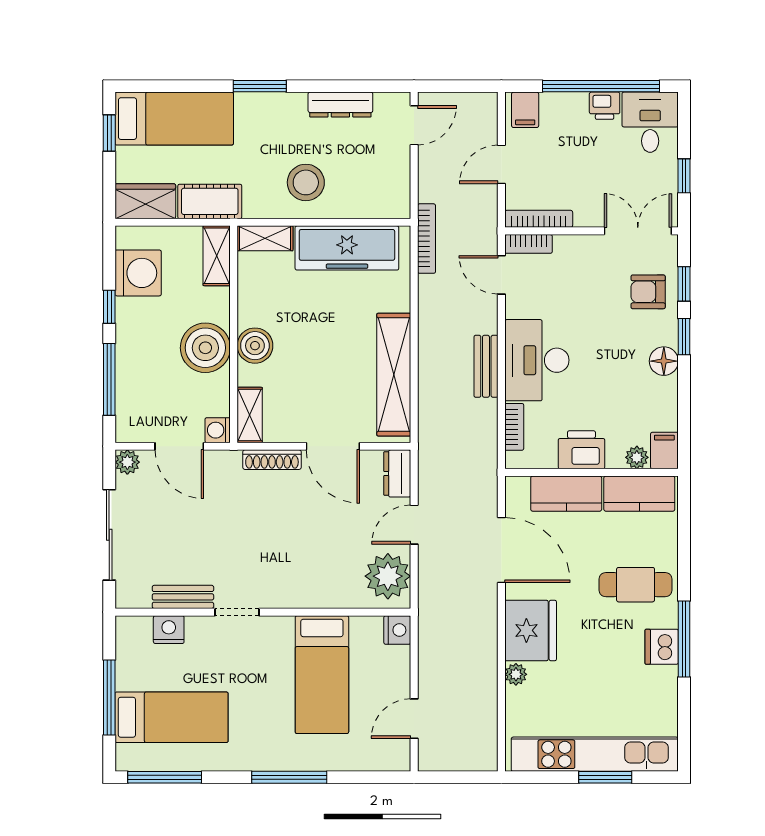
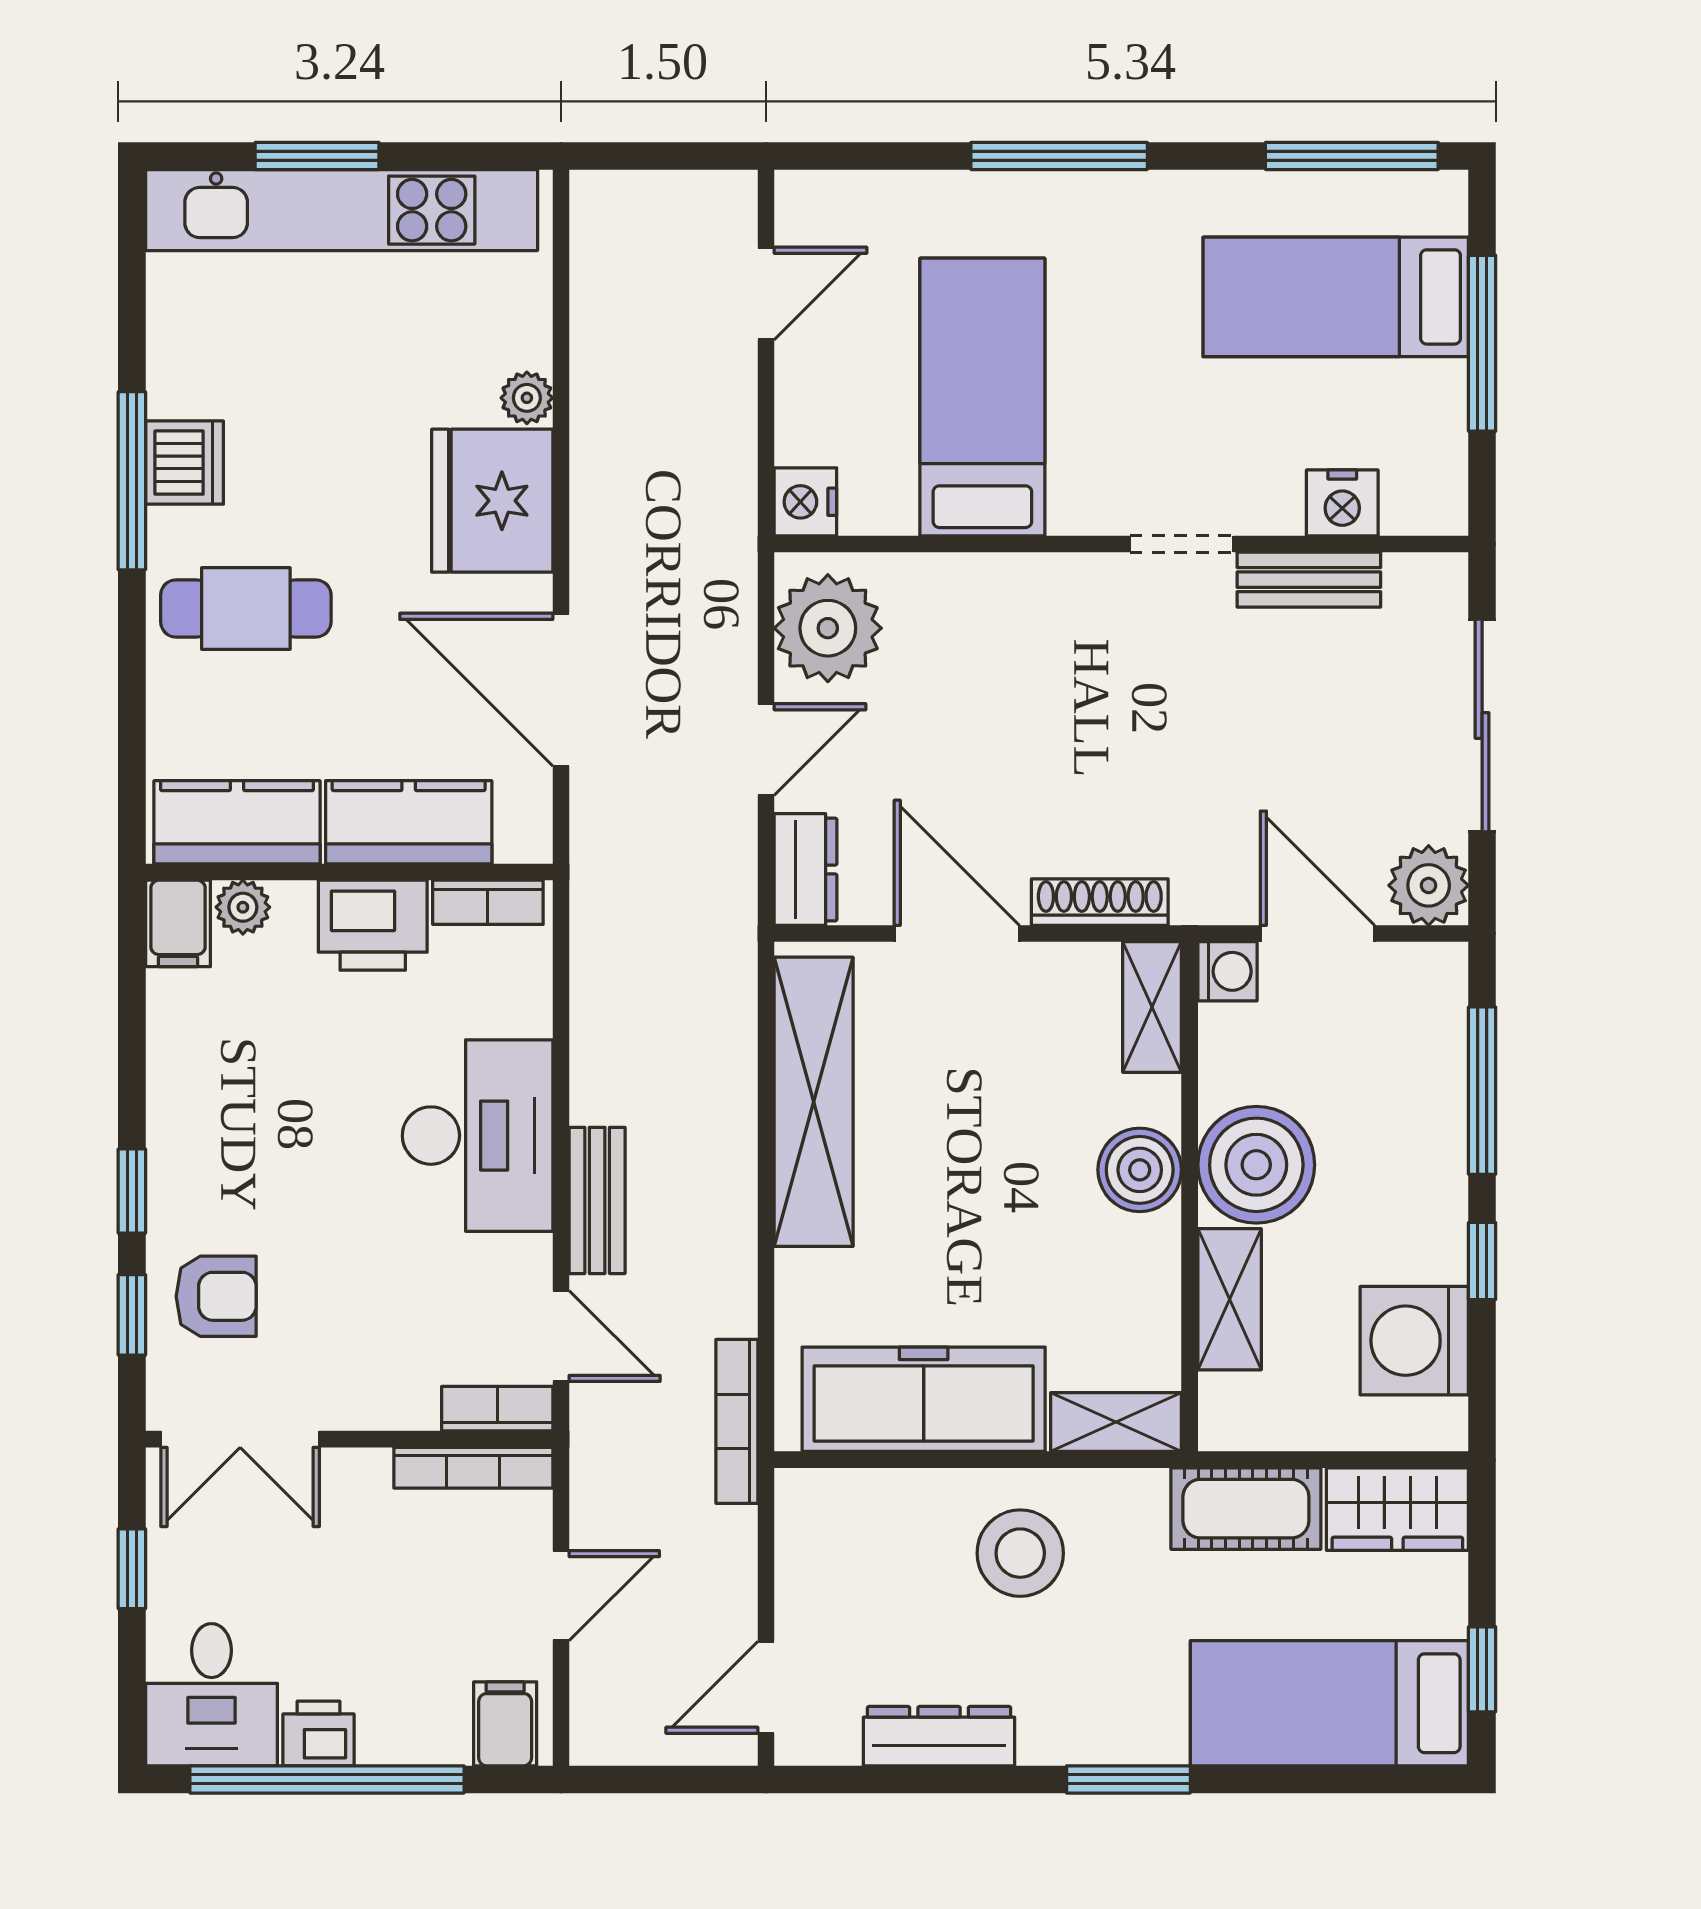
shelving: (217, 256) -> (1230, 1299), moved
floor lamp: (664, 361) -> (179, 1134), removed
bench: (486, 366) -> (597, 1200), moved
bookcase: (514, 427) -> (488, 902), moved, turned -90
plant: (127, 462) -> (1429, 885), width x1.38, depth x1.38

